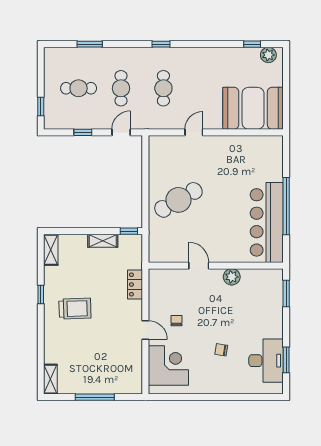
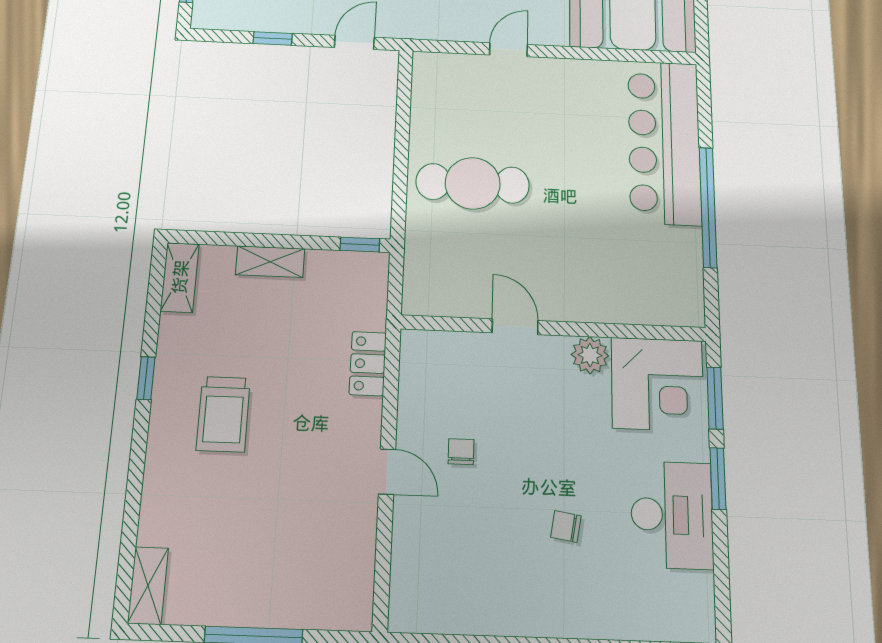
cafe table: (178, 200) -> (473, 183), turned 30
bar counter: (267, 222) -> (664, 142), moved
shelving: (103, 241) -> (270, 262), moved
trolley: (75, 309) -> (223, 414), turned 92
window: (286, 360) -> (718, 479), moved
desk: (266, 361) -> (672, 515), moved
corner desk: (168, 366) -> (658, 384), moved, turned 90

